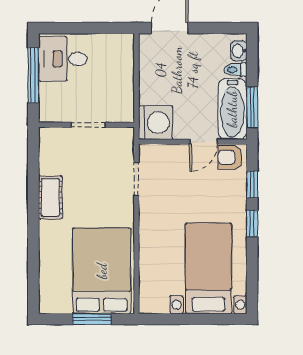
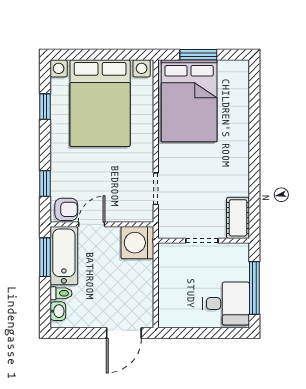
cot: (50, 198) -> (238, 218), moved
window: (252, 224) -> (45, 107), moved
bed with nightstands: (208, 268) -> (100, 103), width x1.36

